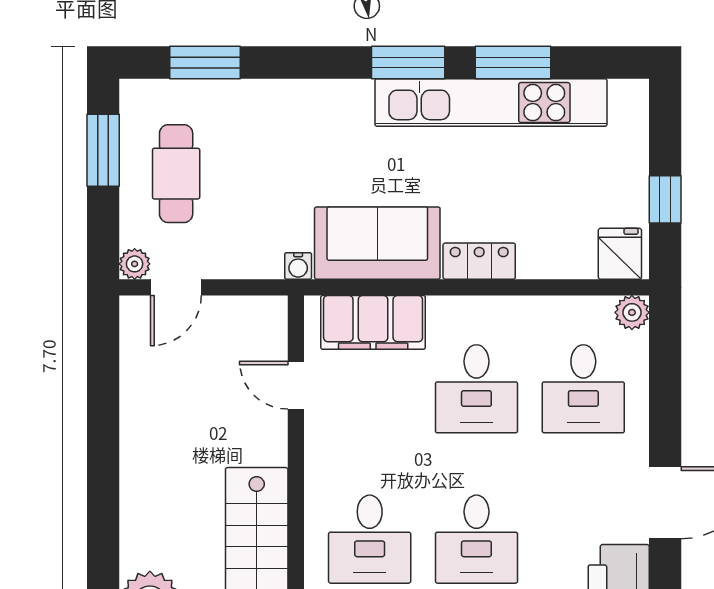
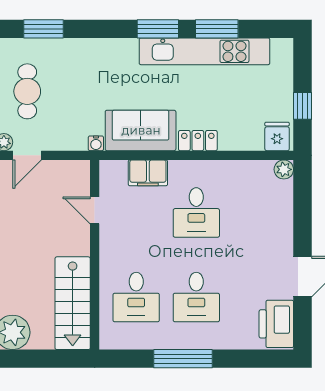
filing cabinet: (373, 322) -> (148, 173), width x0.67, depth x0.86
desk: (583, 389) -> (256, 212), removed

